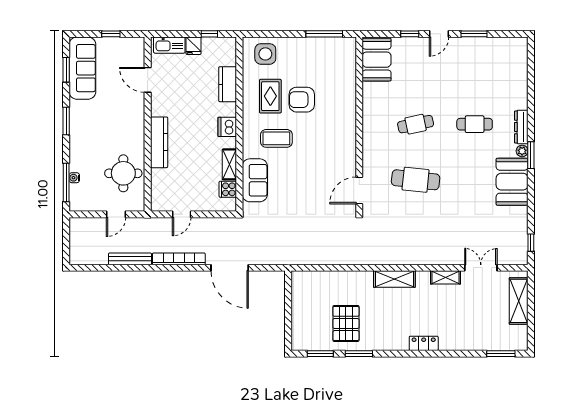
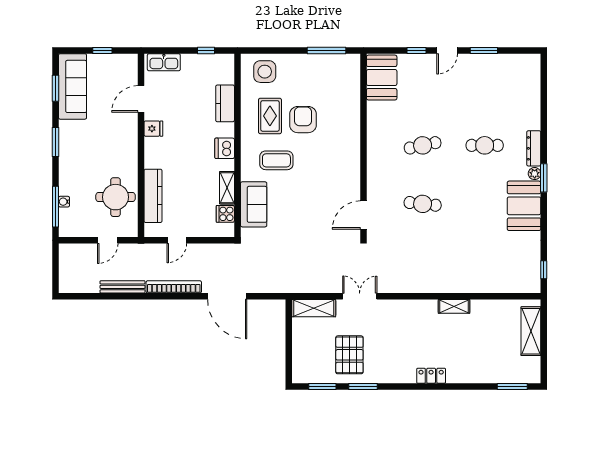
fridge: (194, 46) -> (153, 129), moved, turned -90
door: (148, 80) -> (141, 99), hinge flipped
armchair: (302, 100) -> (303, 120), turned 90
kitchen counter: (159, 142) -> (153, 196), moved
cafe table: (416, 180) -> (423, 204), width x0.73, depth x0.74
double door: (481, 268) -> (360, 296), moved
shelving: (394, 279) -> (314, 308), moved

